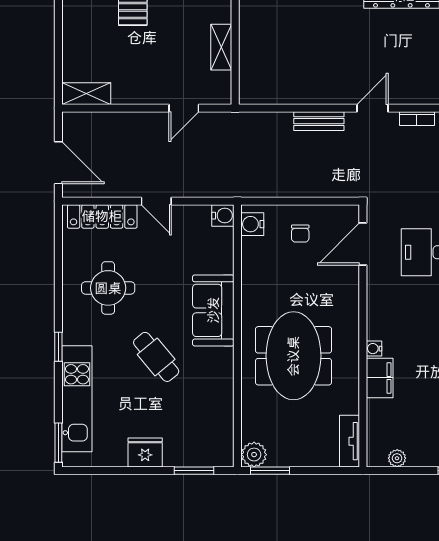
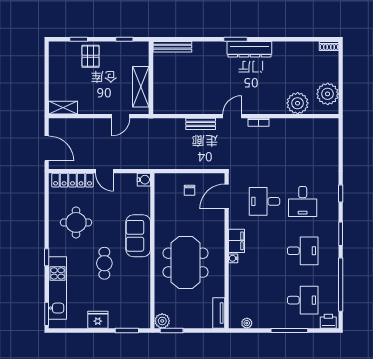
shelving: (221, 47) -> (141, 87), width x1.50, depth x1.33
water cooler: (252, 224) -> (161, 185), removed
cafe table: (156, 357) -> (104, 263), turned 40
filing cabinet: (380, 378) -> (236, 241), moved

